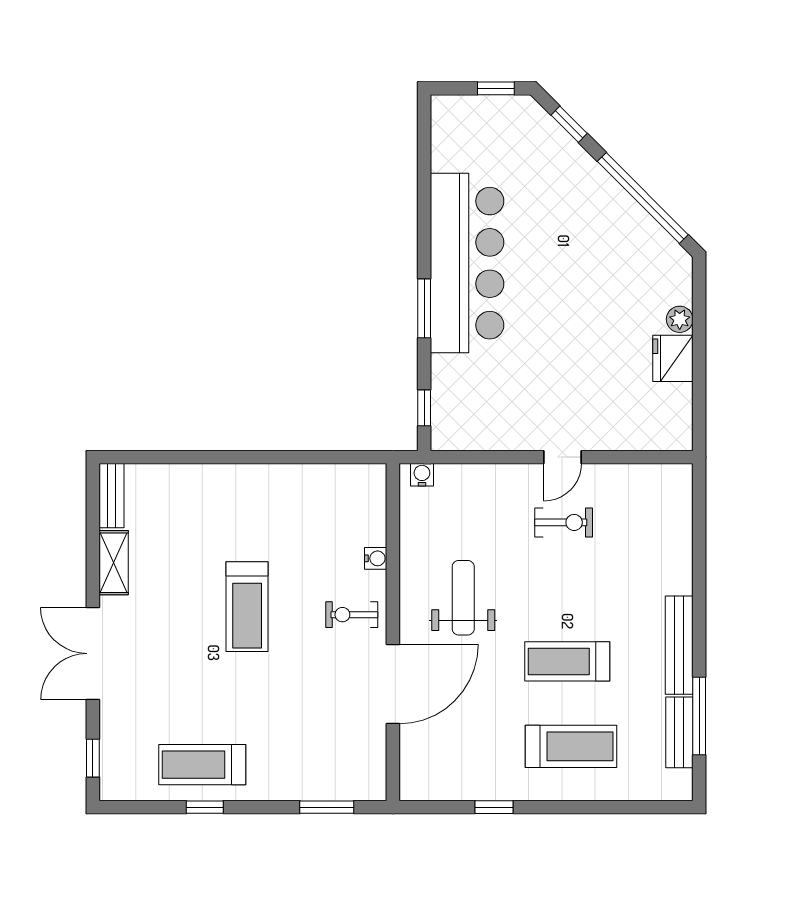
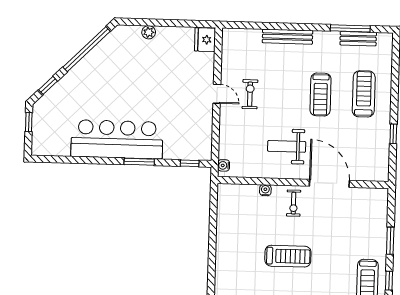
fridge: (673, 358) -> (205, 40), moved, turned 90
bench: (679, 645) -> (287, 37), moved
window: (327, 807) -> (390, 241), moved

